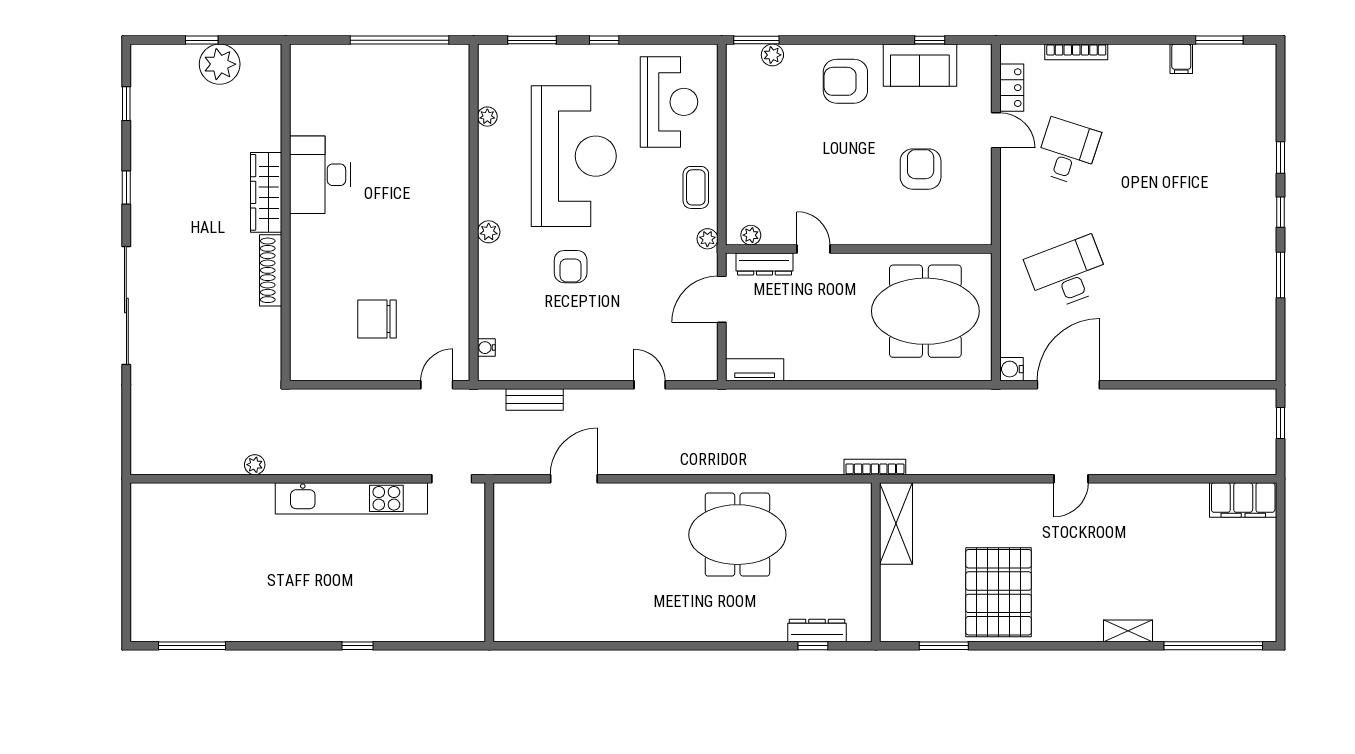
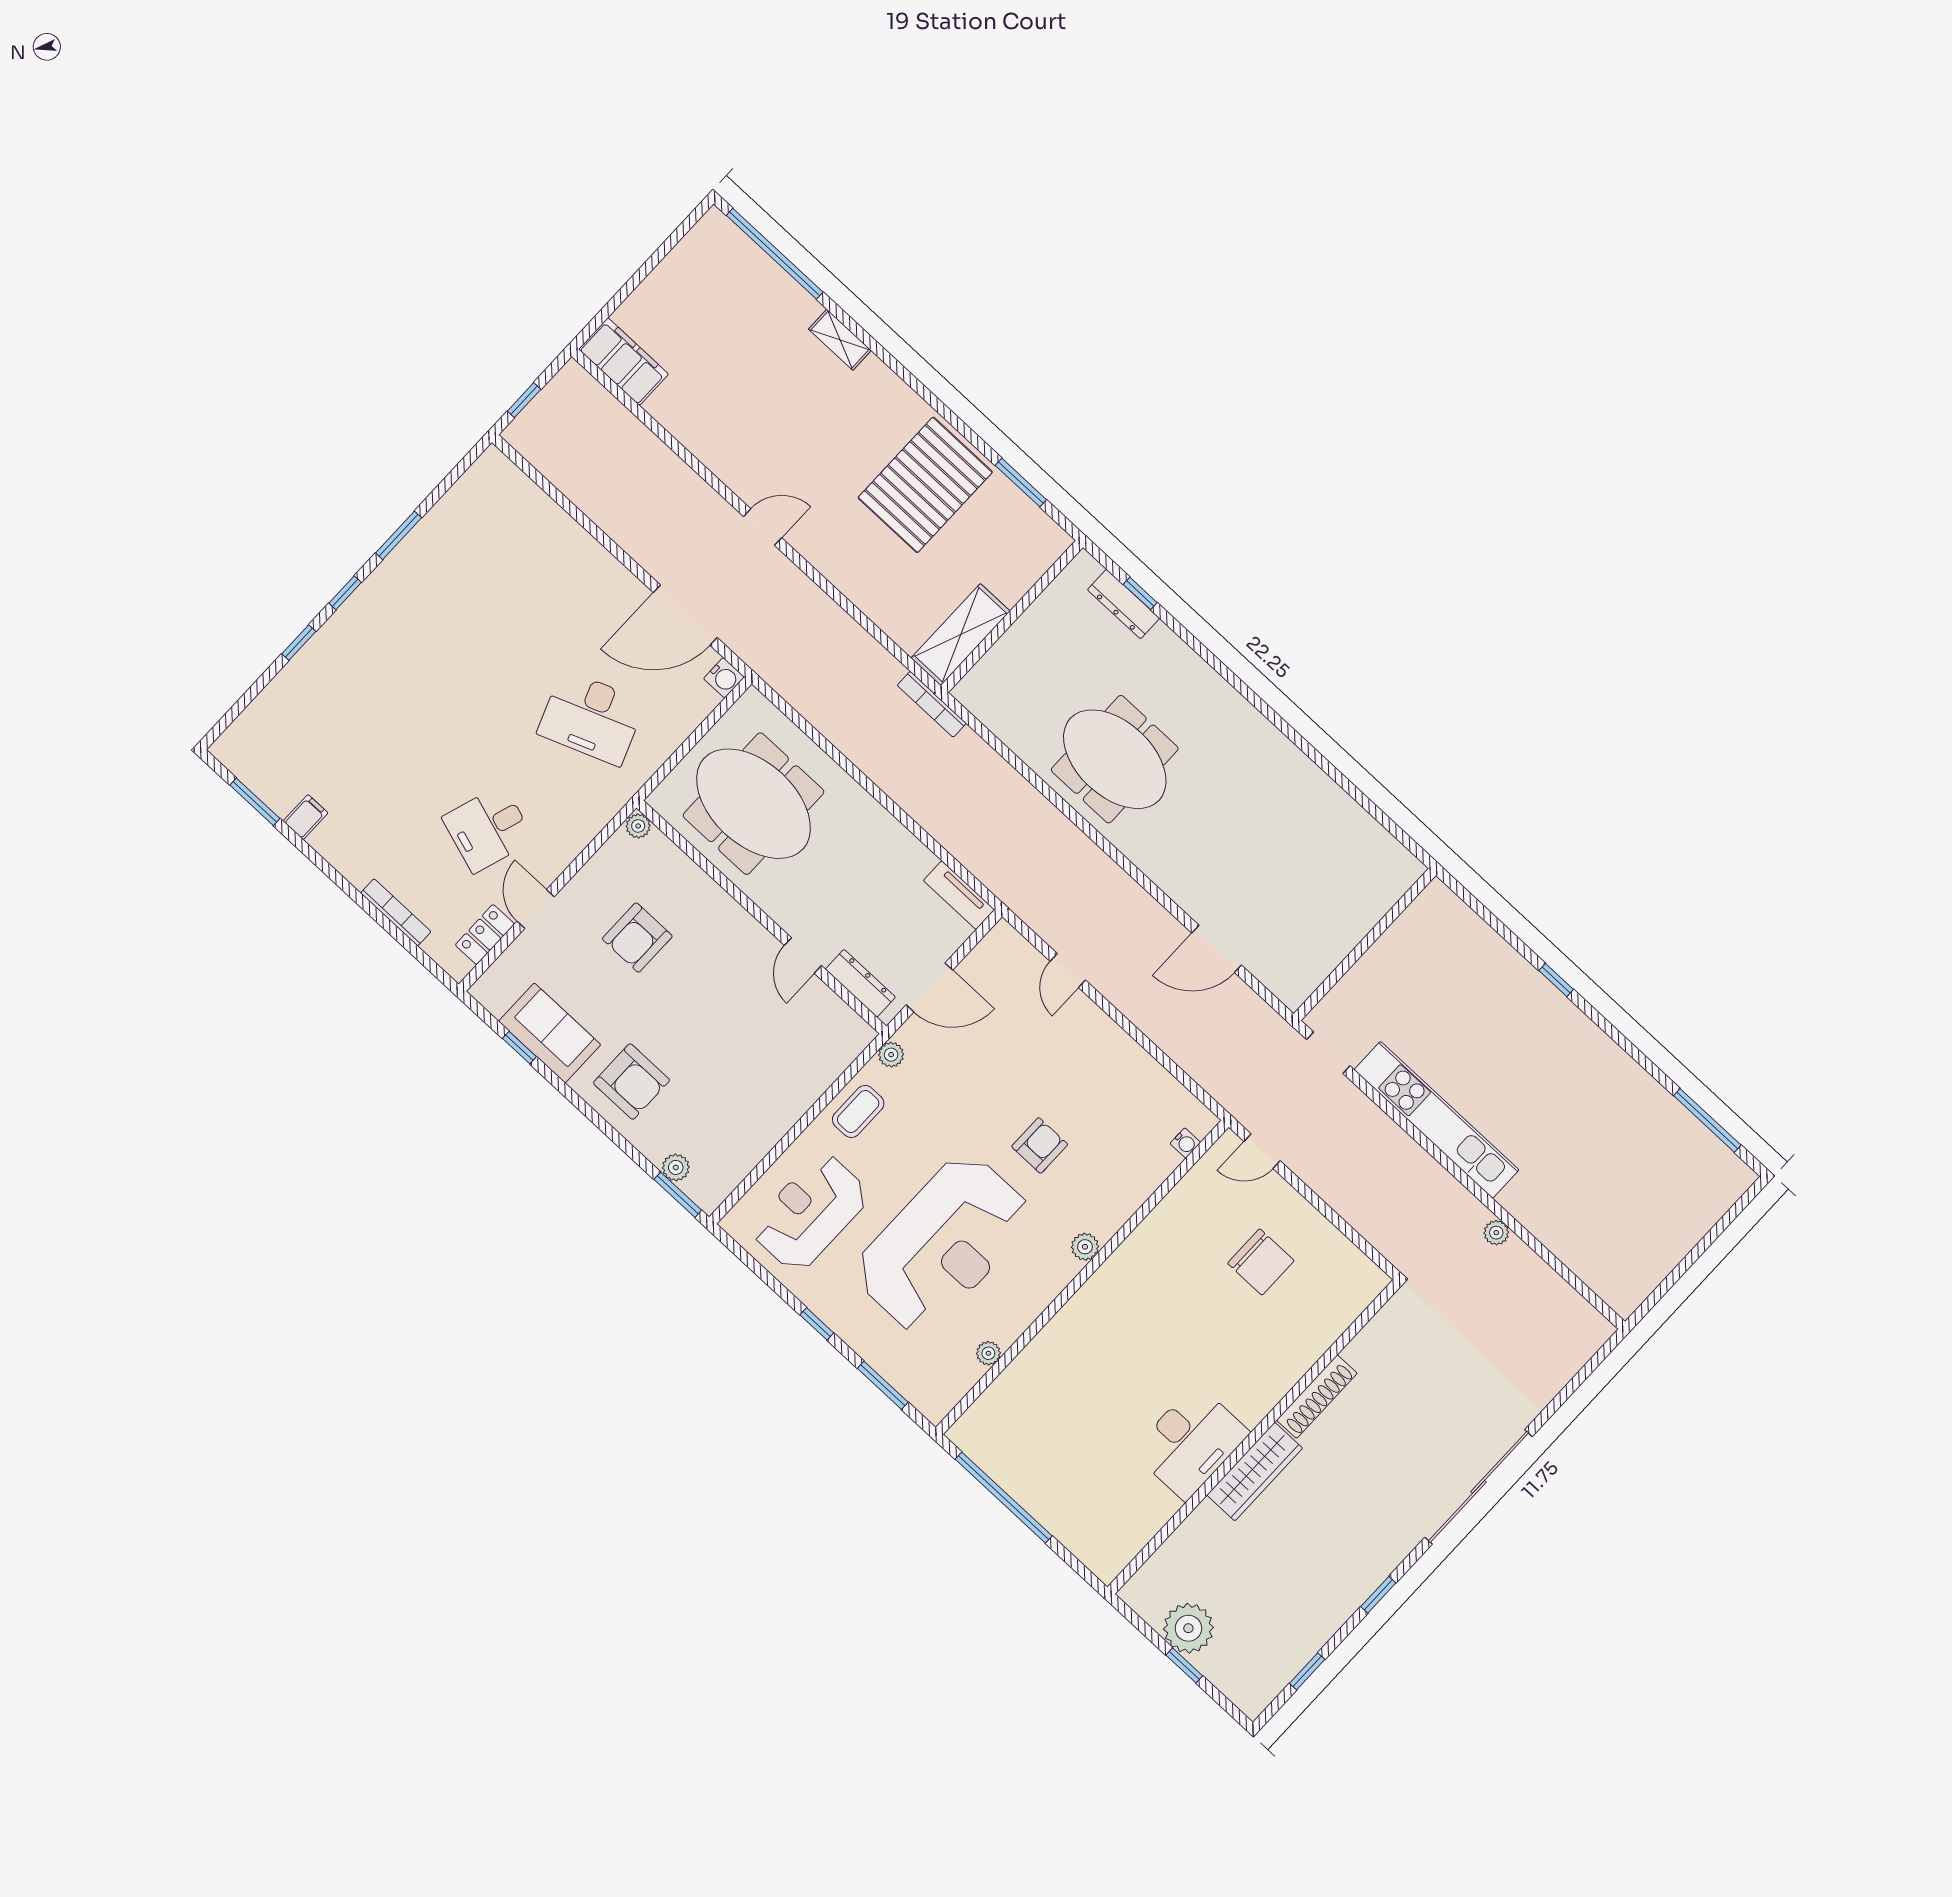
reception desk: (574, 156) -> (943, 1244), turned 180
plant: (751, 235) -> (638, 826), moved
bench: (535, 400) -> (1185, 1055), removed

